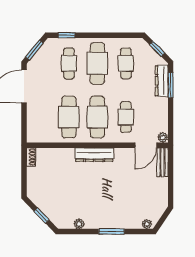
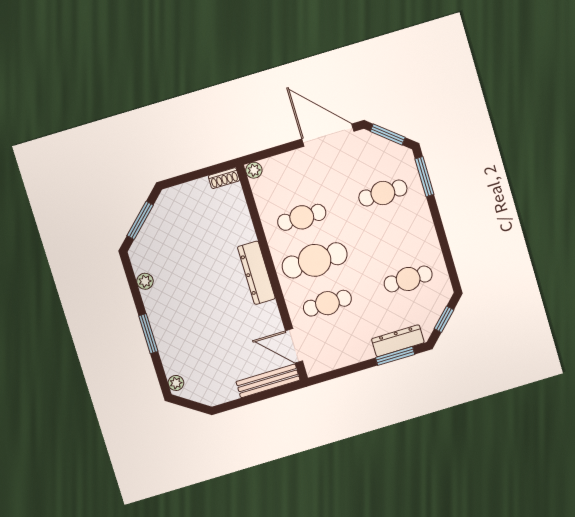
window: (67, 35) -> (424, 177), width x1.50
cafe table: (97, 63) -> (396, 236), removed
cafe table: (69, 117) -> (302, 217), width x0.73, depth x0.74
plant: (163, 137) -> (254, 170), moved
bench: (162, 162) -> (268, 381), width x1.36
window: (41, 215) -> (140, 220), width x1.50

